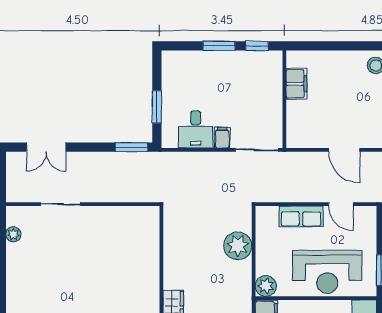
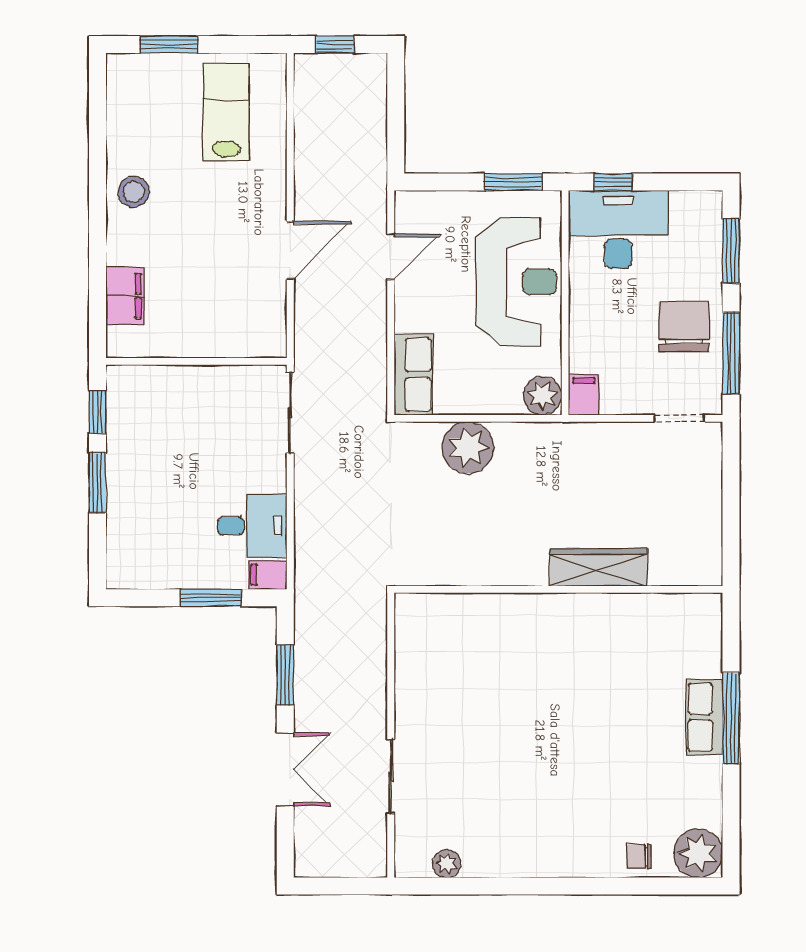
filing cabinet: (296, 84) -> (125, 296), moved, turned 90
filing cabinet: (222, 138) -> (268, 575), moved
double door: (46, 147) -> (285, 769), moved
window: (131, 147) -> (285, 675), moved
row of seats: (301, 216) -> (413, 375), moved

